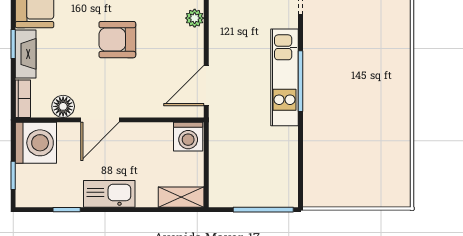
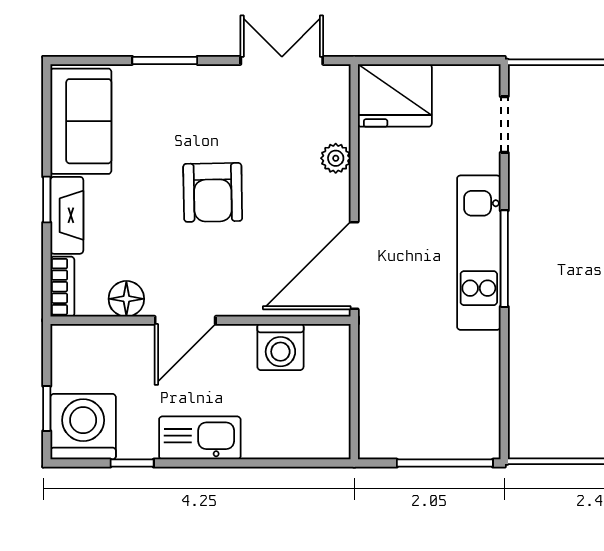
armchair: (117, 40) -> (213, 192), turned -91
door: (206, 86) -> (354, 266), width x1.36
washing machine: (188, 137) -> (280, 347), moved
washing machine: (36, 143) -> (83, 427), moved, turned -90
shelving: (181, 197) -> (314, 443), removed

